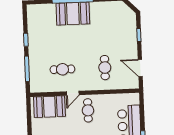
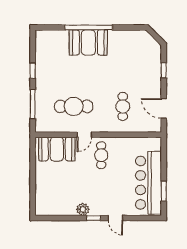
cafe table: (62, 69) -> (74, 106), width x1.37, depth x1.35

